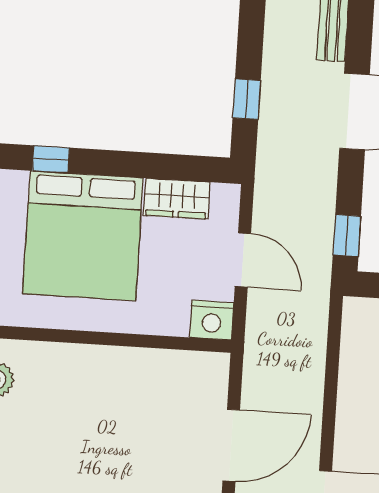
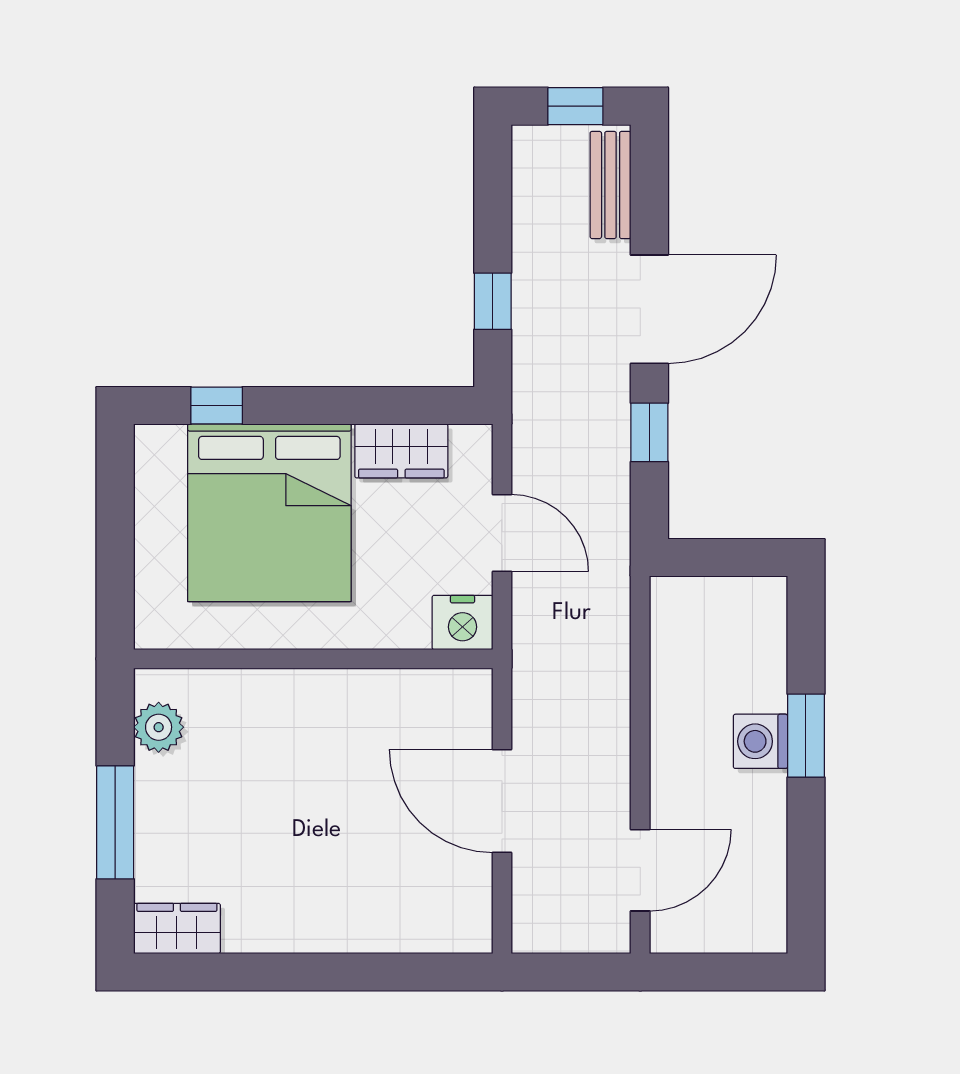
window: (347, 235) -> (649, 432), moved
door: (231, 445) -> (502, 801), swing flipped

